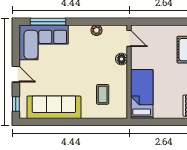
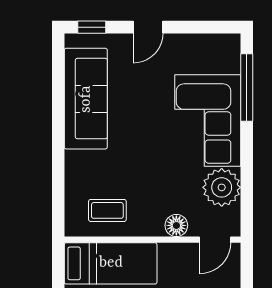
plant: (97, 30) -> (222, 187), width x1.88, depth x1.88
corner sofa: (44, 42) -> (208, 121), moved
coffee table: (103, 94) -> (107, 210), moved

